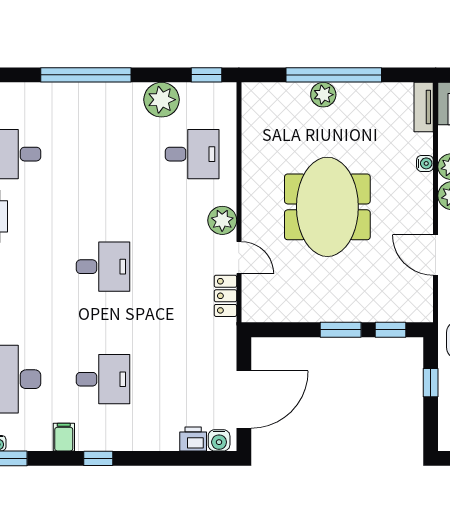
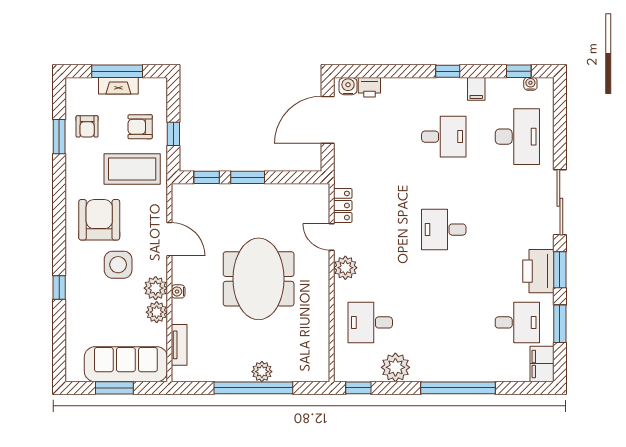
tv unit: (424, 107) -> (179, 345), moved
water cooler: (425, 163) -> (178, 291), moved
desk: (103, 379) -> (444, 137), turned 180

